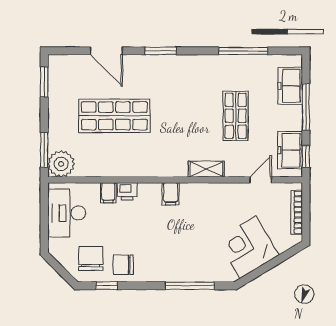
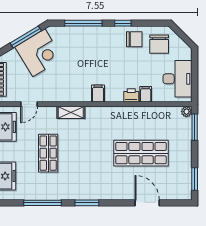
window: (161, 51) -> (87, 203), moved
plant: (61, 164) -> (186, 112), width x0.53, depth x0.53
window: (265, 268) -> (26, 37), added
window: (106, 286) -> (123, 23), moved

